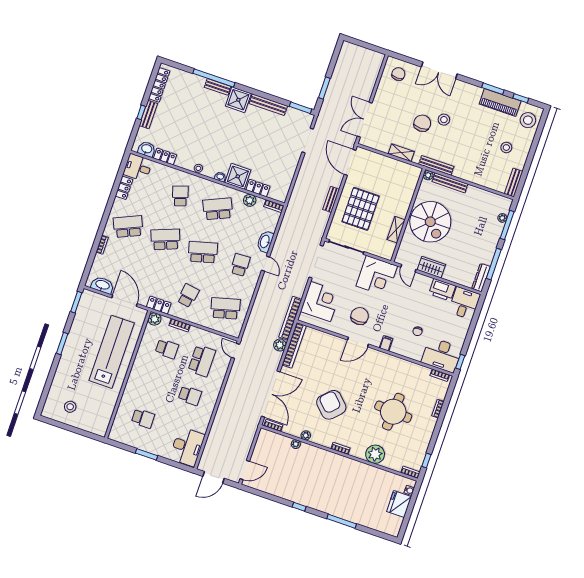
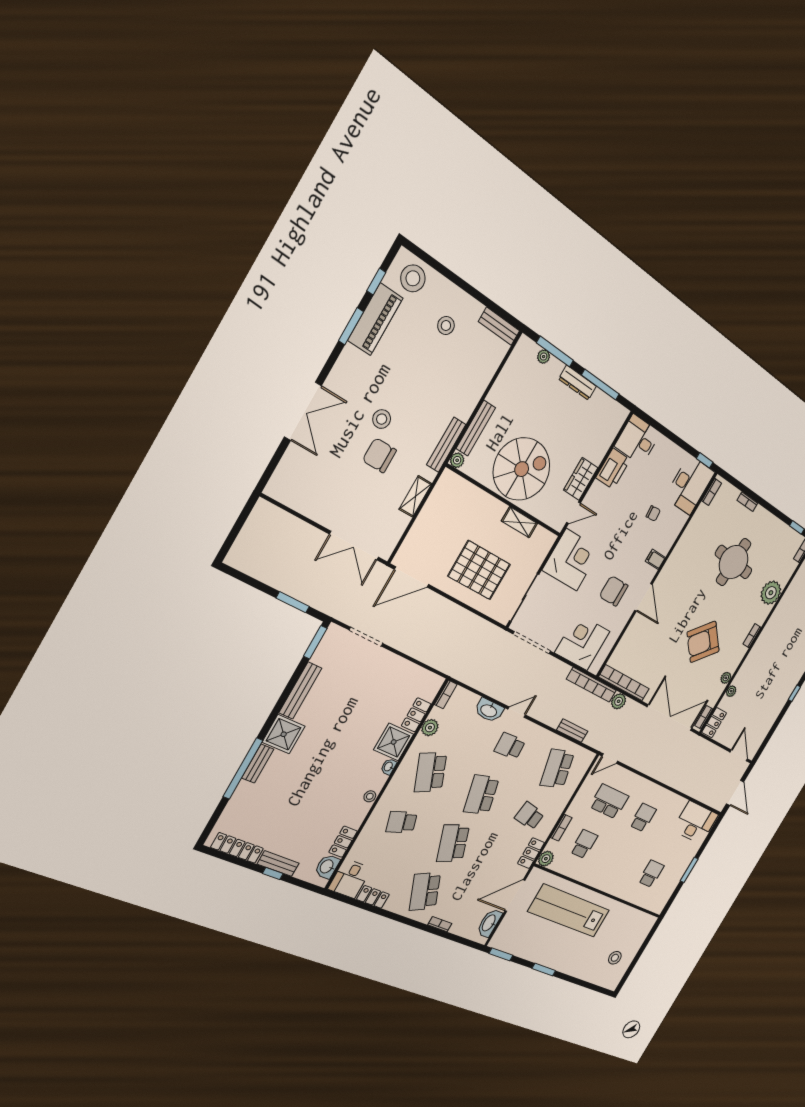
chair: (398, 74) -> (295, 481), removed
bench: (331, 199) -> (572, 731), moved
dresser: (481, 278) -> (577, 383), moved
locker: (270, 437) -> (714, 723), added

